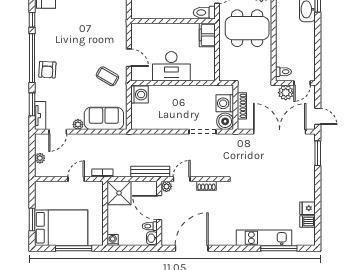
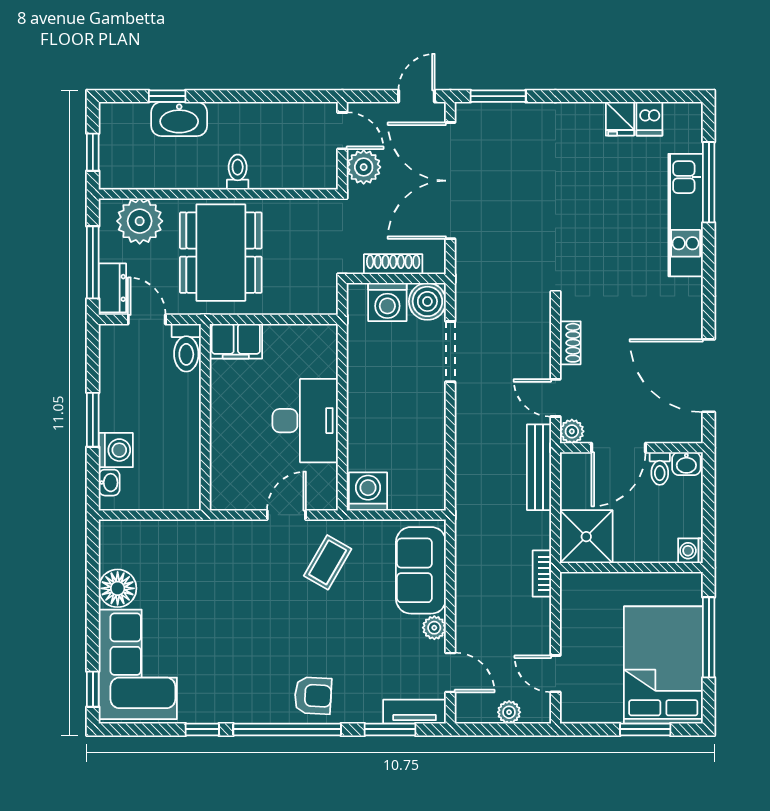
toilet: (283, 72) -> (238, 172), moved
door: (76, 179) -> (555, 674), moved

